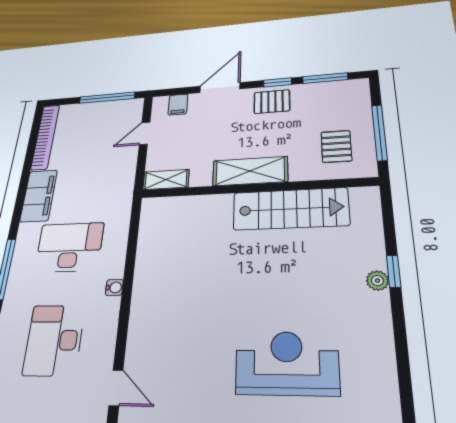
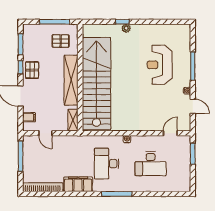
shelving: (250, 171) -> (71, 80), width x1.47
stairs: (290, 209) -> (96, 84), width x1.86, depth x1.51

